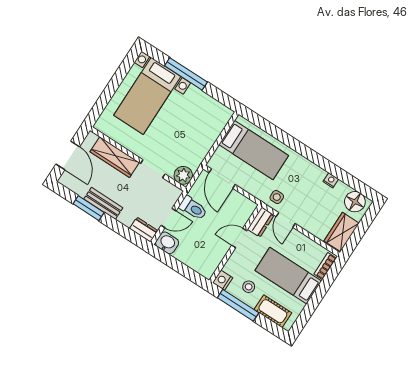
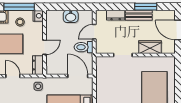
wardrobe: (115, 157) -> (150, 47), width x0.67
plant: (183, 175) -> (102, 63), removed
door: (286, 220) -> (13, 76), moved
dresser: (144, 230) -> (116, 15), moved
washbasin: (167, 243) -> (71, 16), moved

